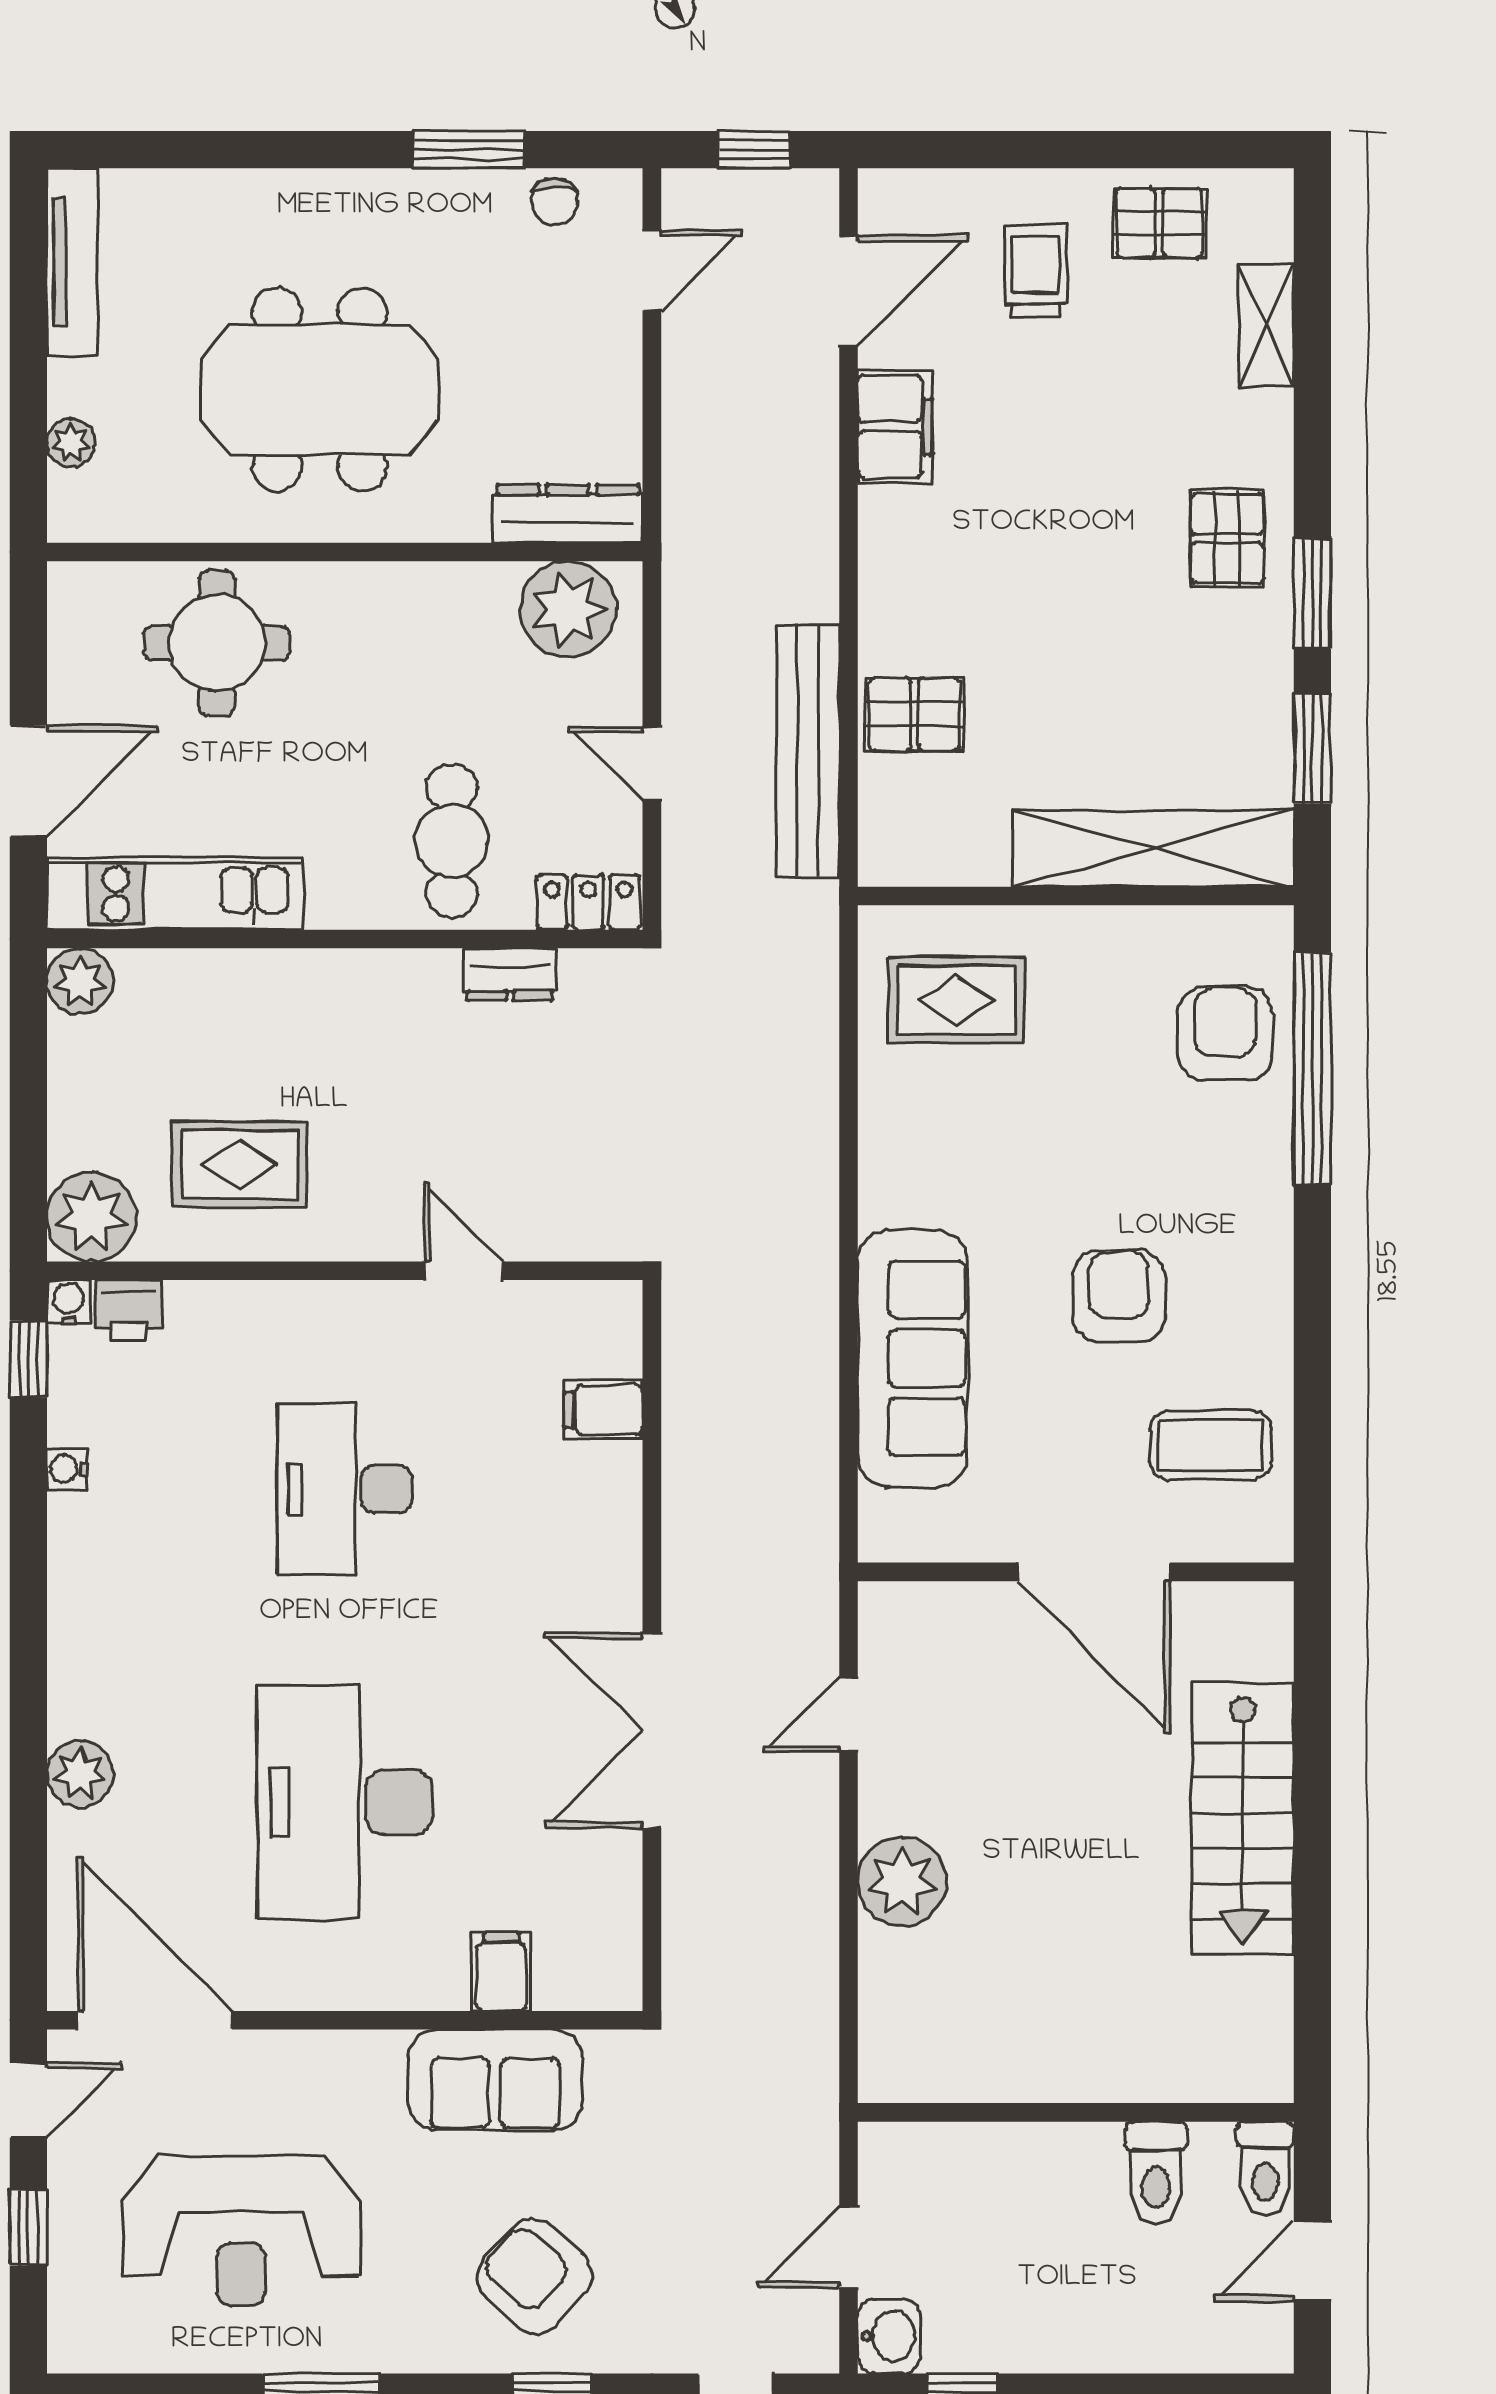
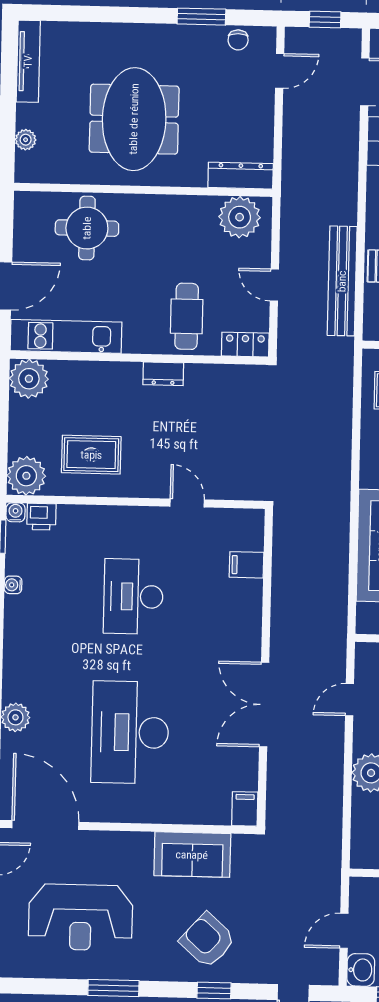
meeting table: (320, 390) -> (134, 119), turned 90
dresser: (510, 974) -> (163, 374), moved
plant: (80, 981) -> (29, 379), width x1.36, depth x1.36
filing cabinet: (501, 1972) -> (245, 809), moved

